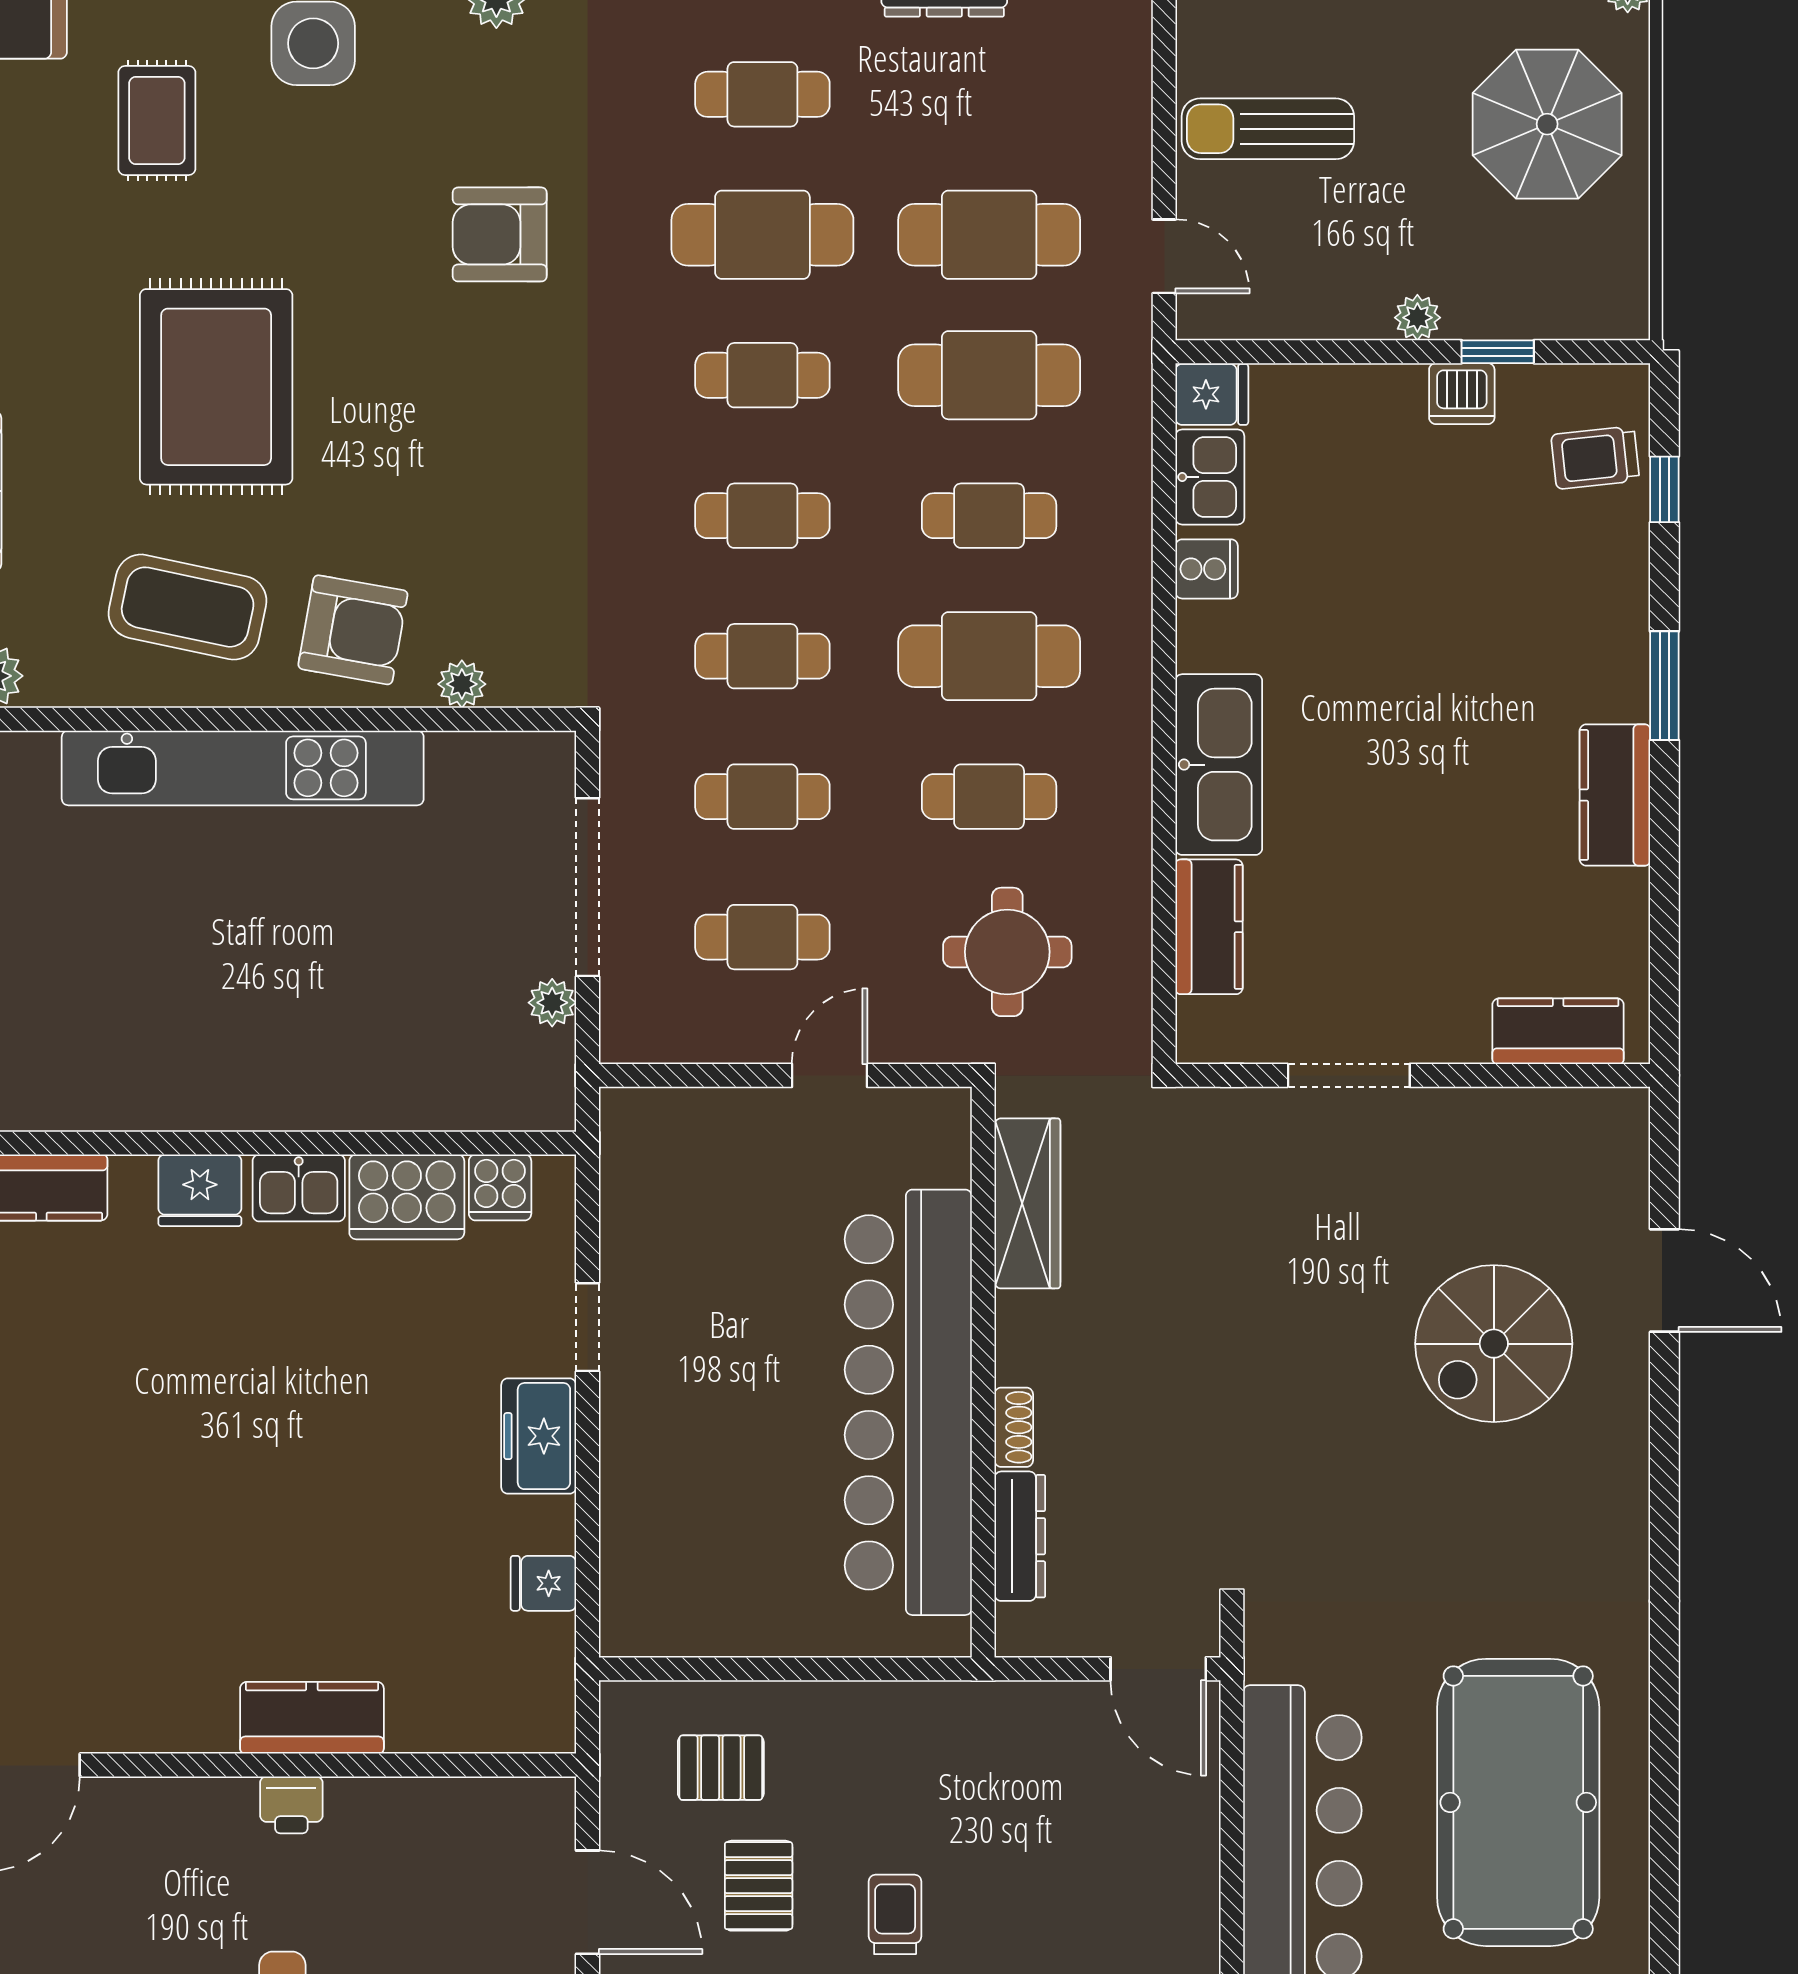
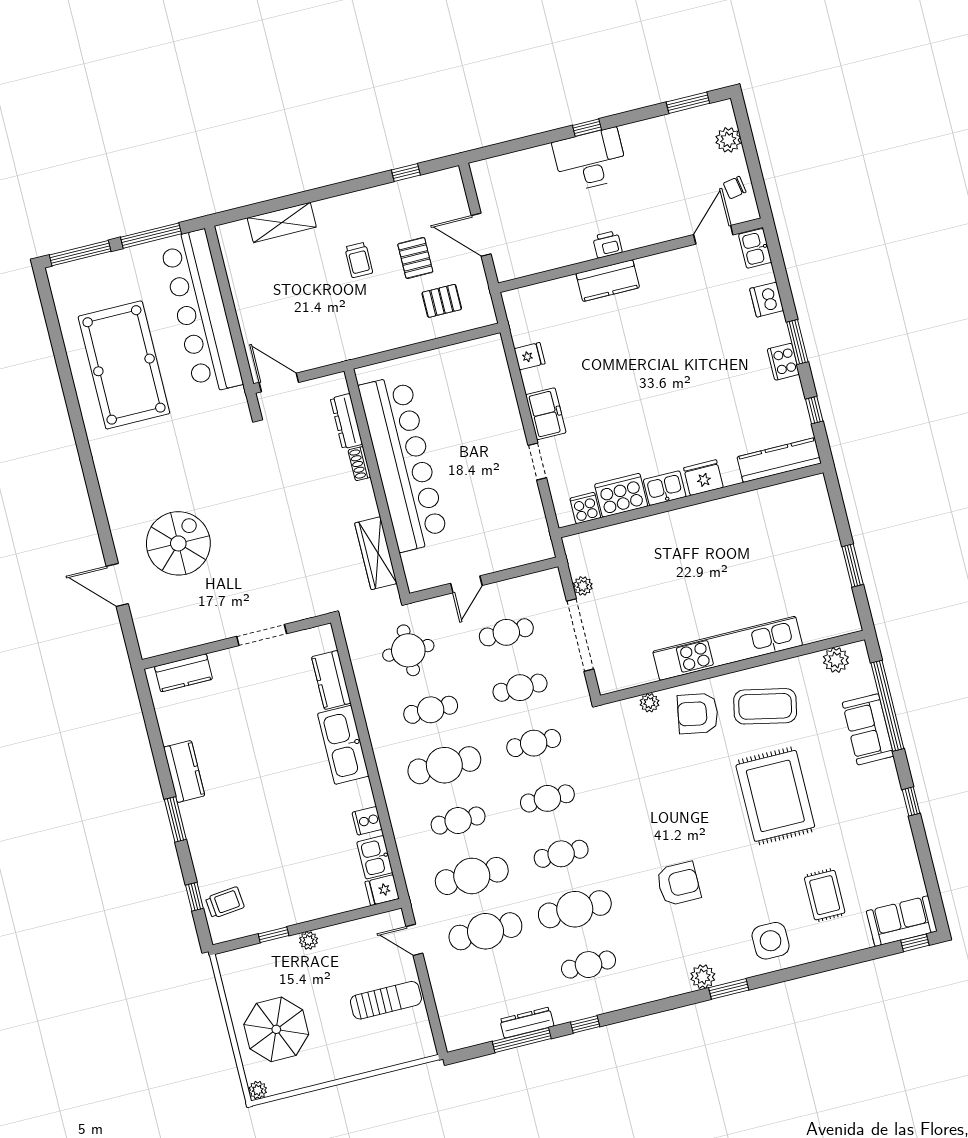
dishwasher: (1462, 394) -> (284, 915), removed

